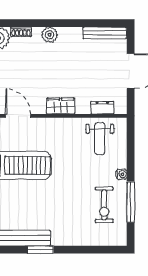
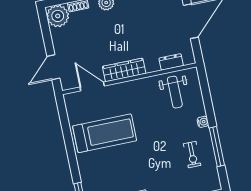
wardrobe: (61, 106) -> (124, 70), width x1.50
exercise bike: (104, 205) -> (192, 155), width x0.73, depth x0.72

